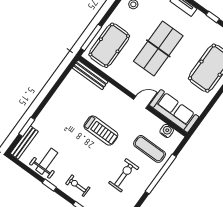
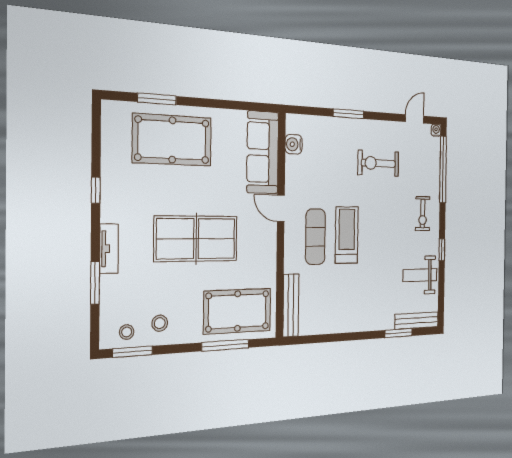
window: (91, 38) -> (225, 345), moved
exercise mat: (150, 149) -> (315, 237), moved
window: (161, 174) -> (349, 114), width x0.47

